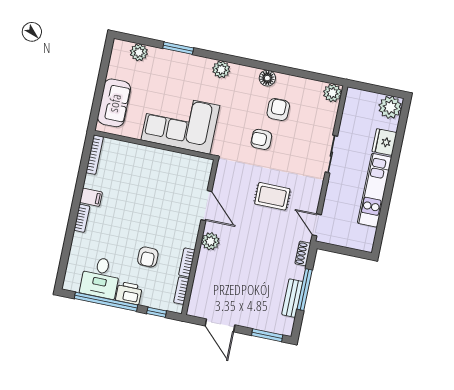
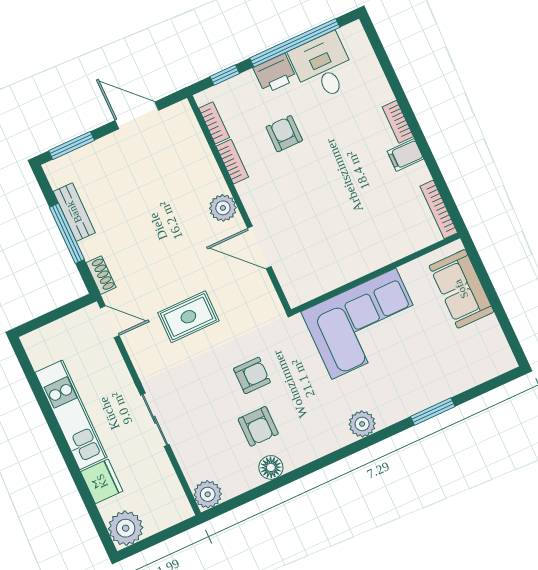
plant: (139, 52) -> (476, 372), removed
floor lamp: (267, 78) -> (271, 467), moved

